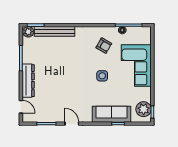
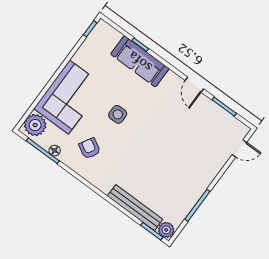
dresser: (28, 81) -> (208, 173), removed
door: (21, 107) -> (239, 148), swing flipped
plant: (144, 109) -> (35, 125), moved

